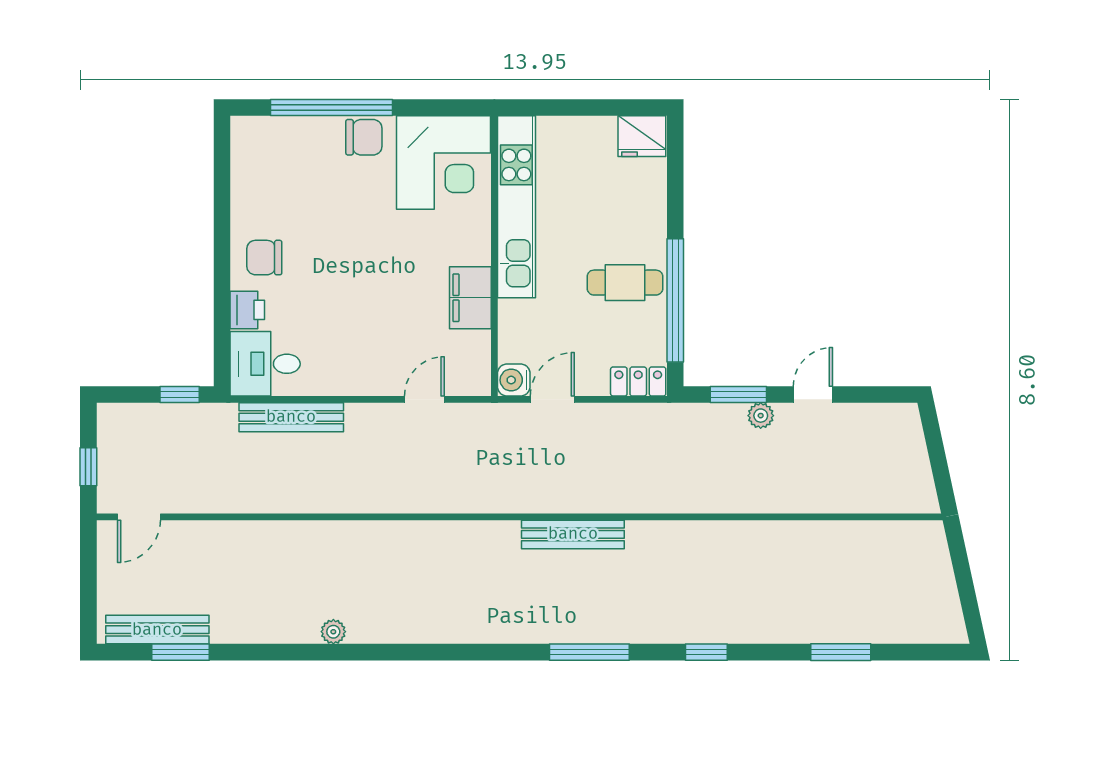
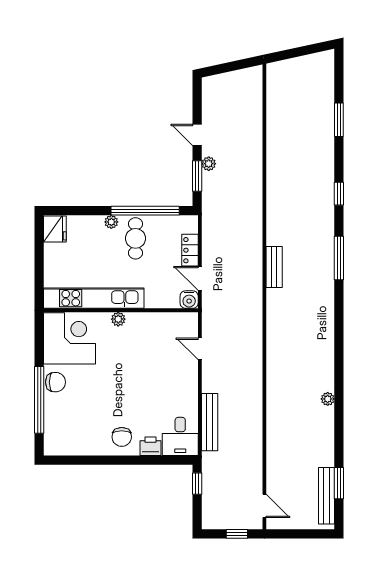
chair: (364, 137) -> (55, 382), turned 90
plant: (655, 239) -> (111, 222), added
plant: (478, 251) -> (118, 319), added
filing cabinet: (470, 298) -> (144, 323), removed
locker: (638, 382) -> (190, 250), moved
bench: (573, 534) -> (274, 267), width x0.73

